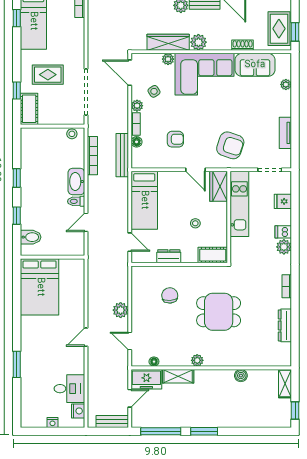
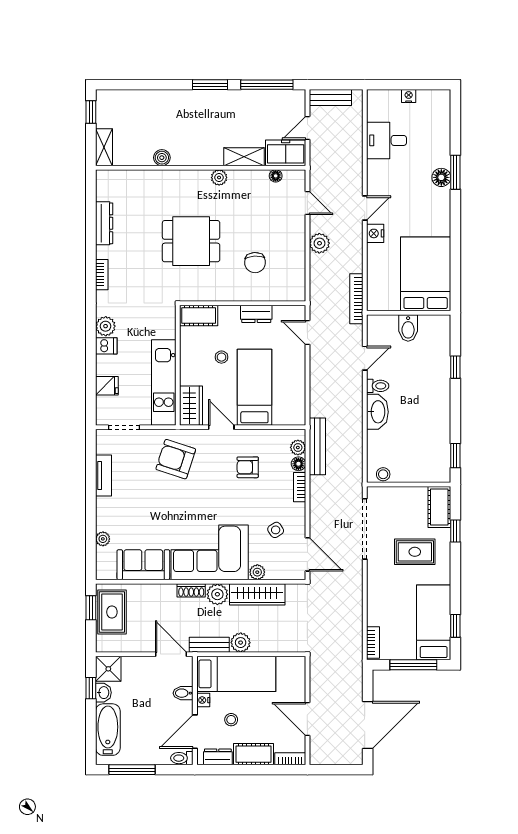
shoe rack: (243, 45) -> (191, 590), moved
plant: (137, 106) -> (298, 447), moved
bookcase: (92, 156) -> (356, 299), moved
window: (17, 178) -> (455, 456), moved
bed: (144, 200) -> (254, 387), moved
bidet: (31, 237) -> (408, 328), moved, turned -90
floor lamp: (28, 360) -> (441, 177), added
nightstand: (78, 411) -> (375, 233), moved

